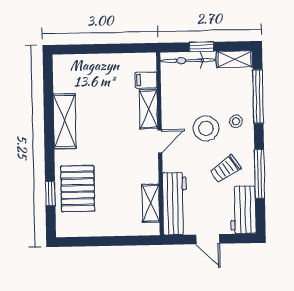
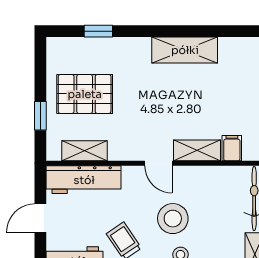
pallet: (78, 188) -> (85, 94), moved
window: (122, 241) -> (40, 116), added

